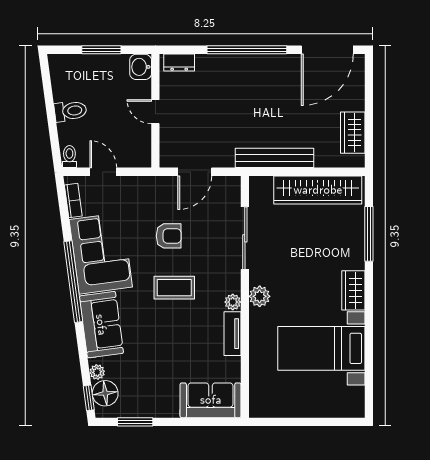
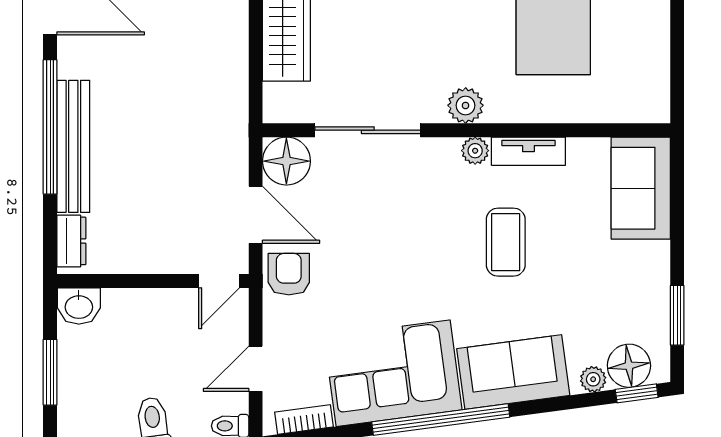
door: (155, 112) -> (219, 281), moved
bench: (275, 158) -> (73, 146), moved
floor lamp: (227, 190) -> (286, 161), added
armchair: (169, 236) -> (289, 274), moved
coffee table: (174, 288) -> (506, 242), moved

